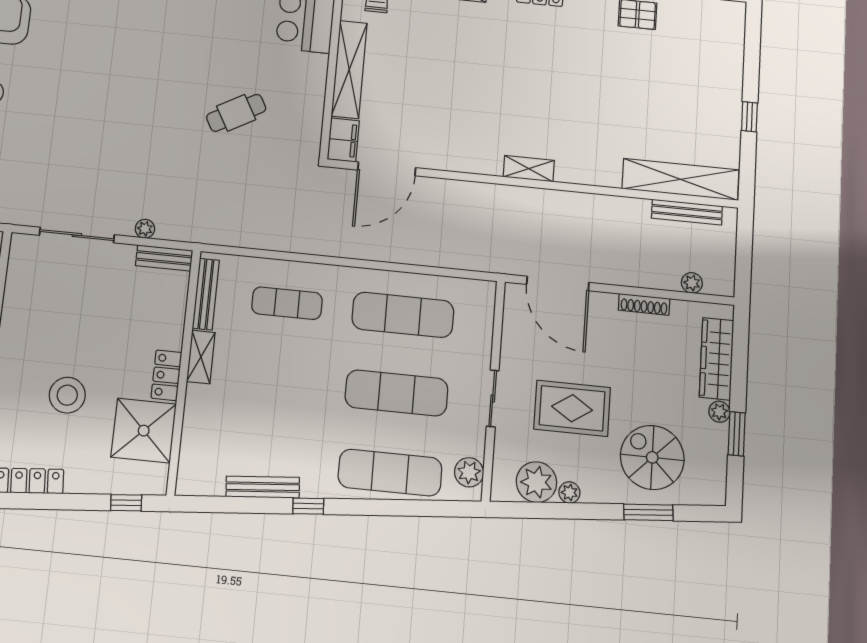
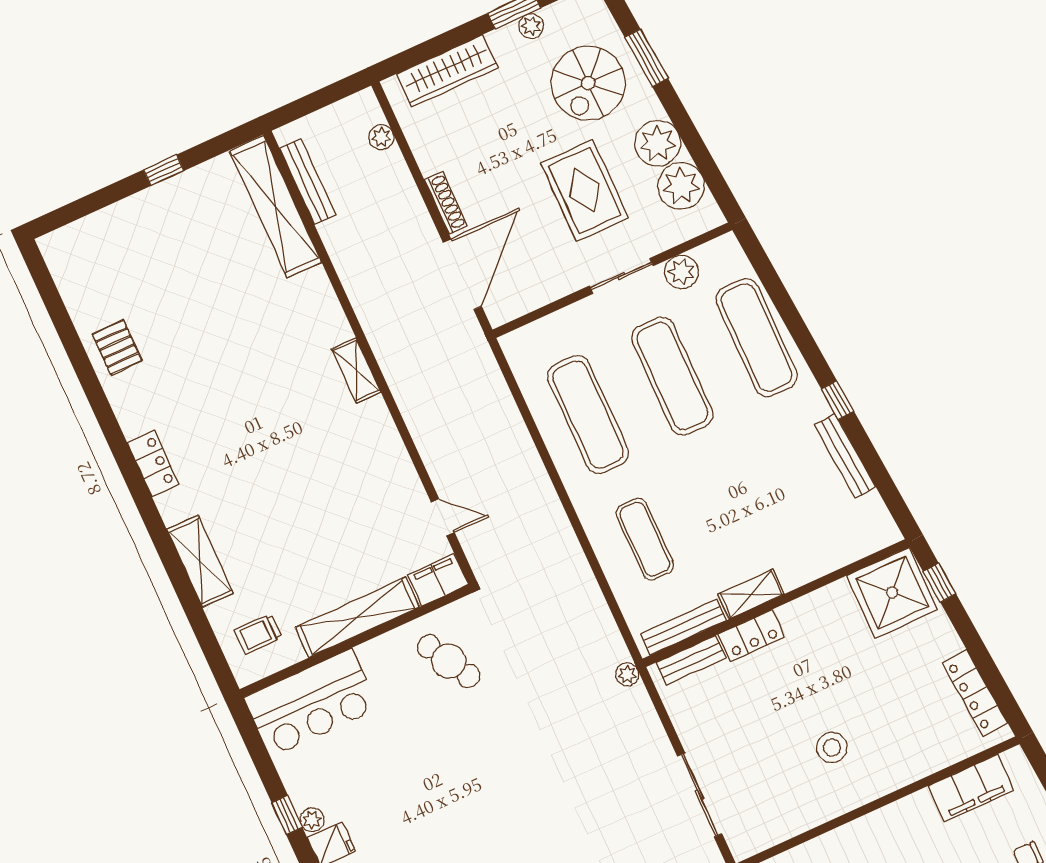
cafe table: (236, 113) -> (449, 661), moved
door: (387, 169) -> (443, 517), width x0.53
plant: (145, 229) -> (627, 675), moved
bench: (164, 258) -> (691, 660), moved, turned 90
shoe rack: (644, 304) -> (446, 203), moved
locker: (166, 375) -> (751, 636), moved
stool: (67, 395) -> (832, 748), moved, width x0.73, depth x0.73
plant: (719, 412) -> (531, 26), moved
shower: (144, 431) -> (892, 593), moved
plant: (469, 472) -> (681, 272), moved
plant: (569, 492) -> (658, 143), width x1.87, depth x1.87

